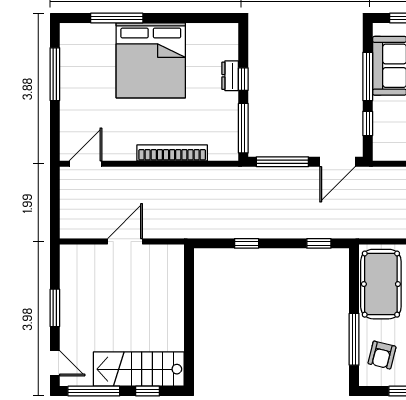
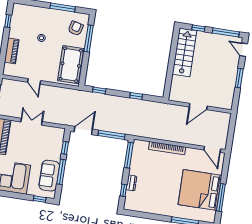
bed: (151, 60) -> (200, 190), moved, turned -90
window: (243, 79) -> (123, 190), moved
door: (85, 164) -> (212, 149), hinge flipped
stairs: (139, 369) -> (184, 52), moved, turned -90

